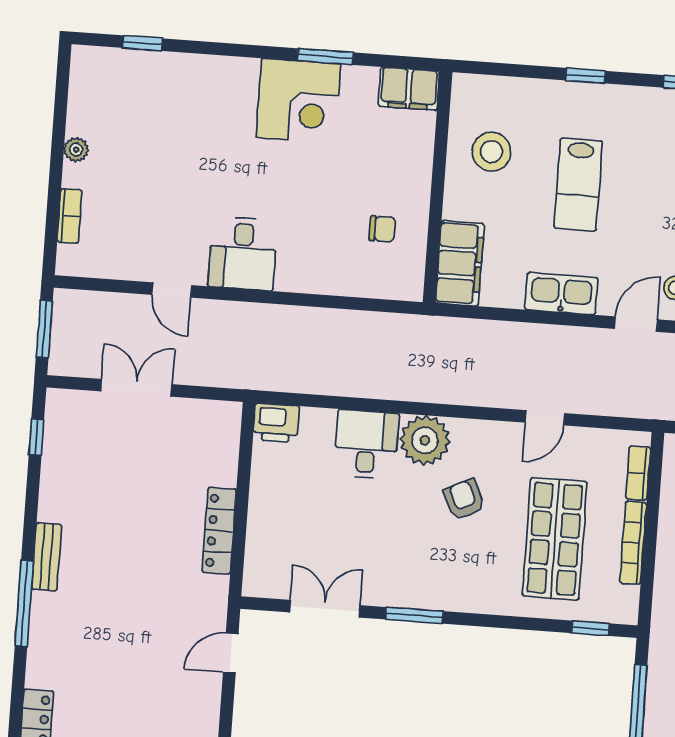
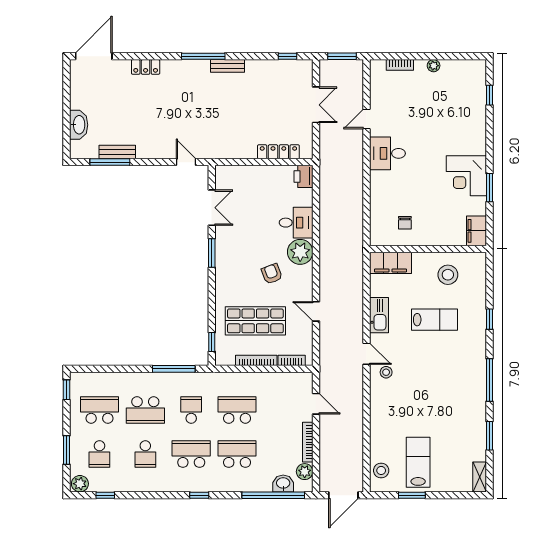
lab bench: (578, 185) -> (434, 320), turned 180
armchair: (464, 500) -> (272, 274), turned -86
locker: (219, 531) -> (278, 152), moved

